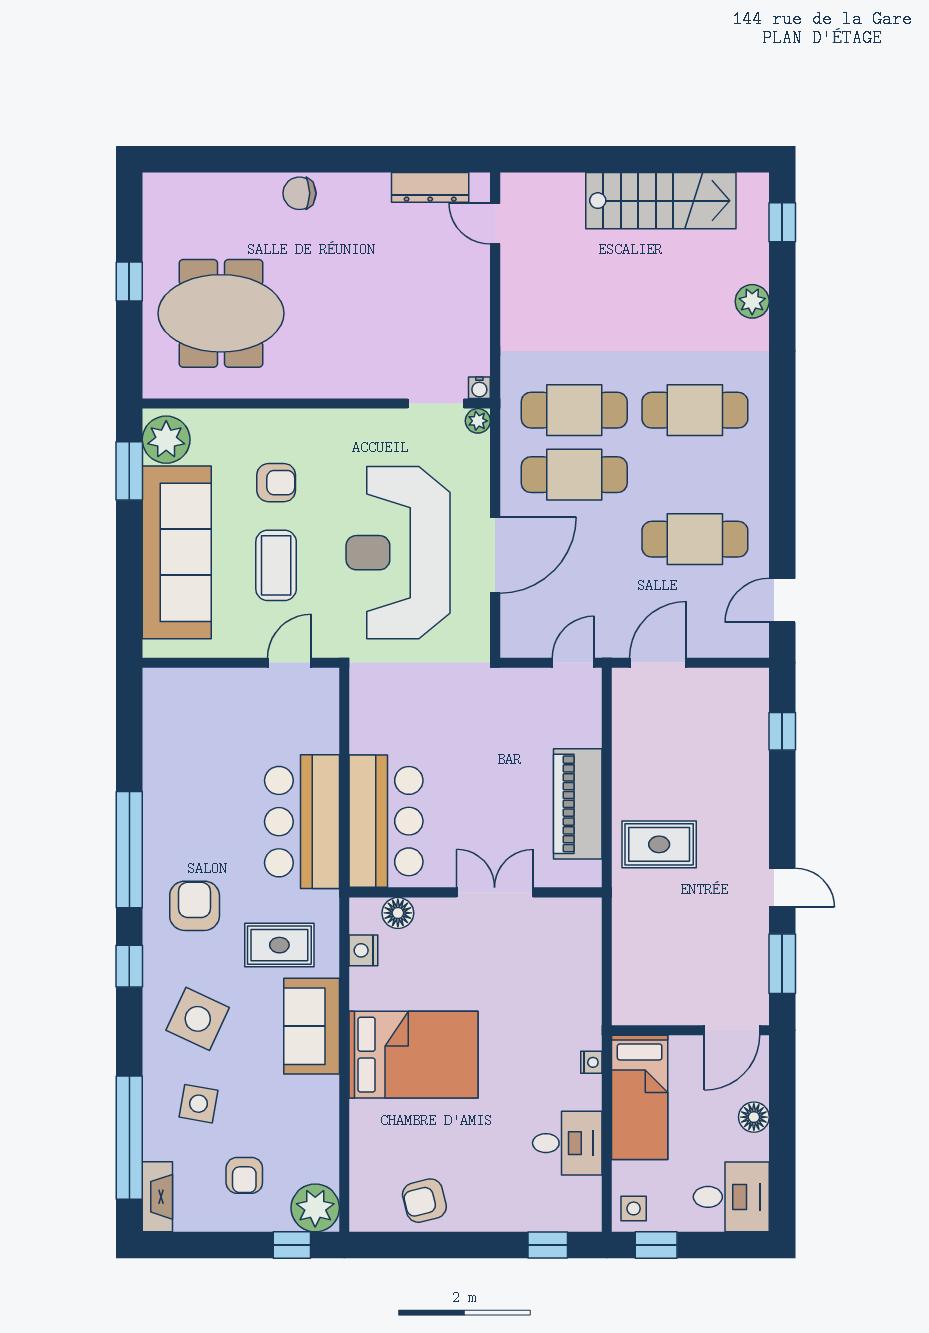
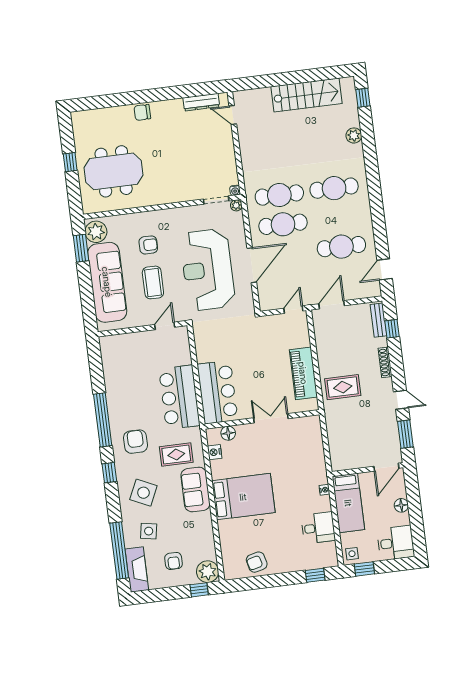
bench: (755, 709) -> (378, 320), added
shoe rack: (758, 802) -> (385, 362), added
fireplace: (157, 1197) -> (137, 569), width x1.37, depth x1.32

